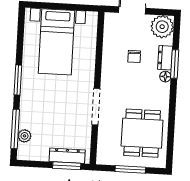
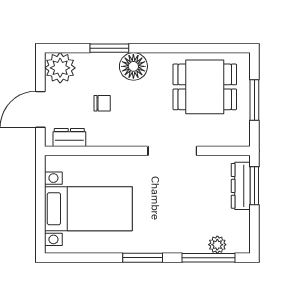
dresser: (165, 58) -> (69, 137), moved, turned 180
floor lamp: (165, 77) -> (133, 66), width x1.89, depth x1.89

